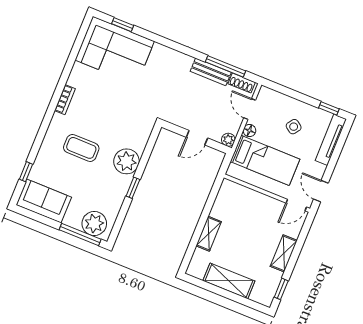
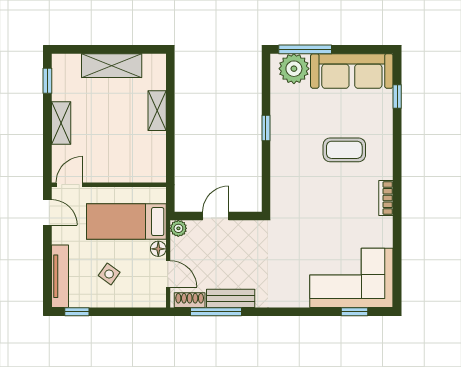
plant: (126, 161) -> (286, 156), removed
sofa: (44, 201) -> (352, 71), width x1.36

